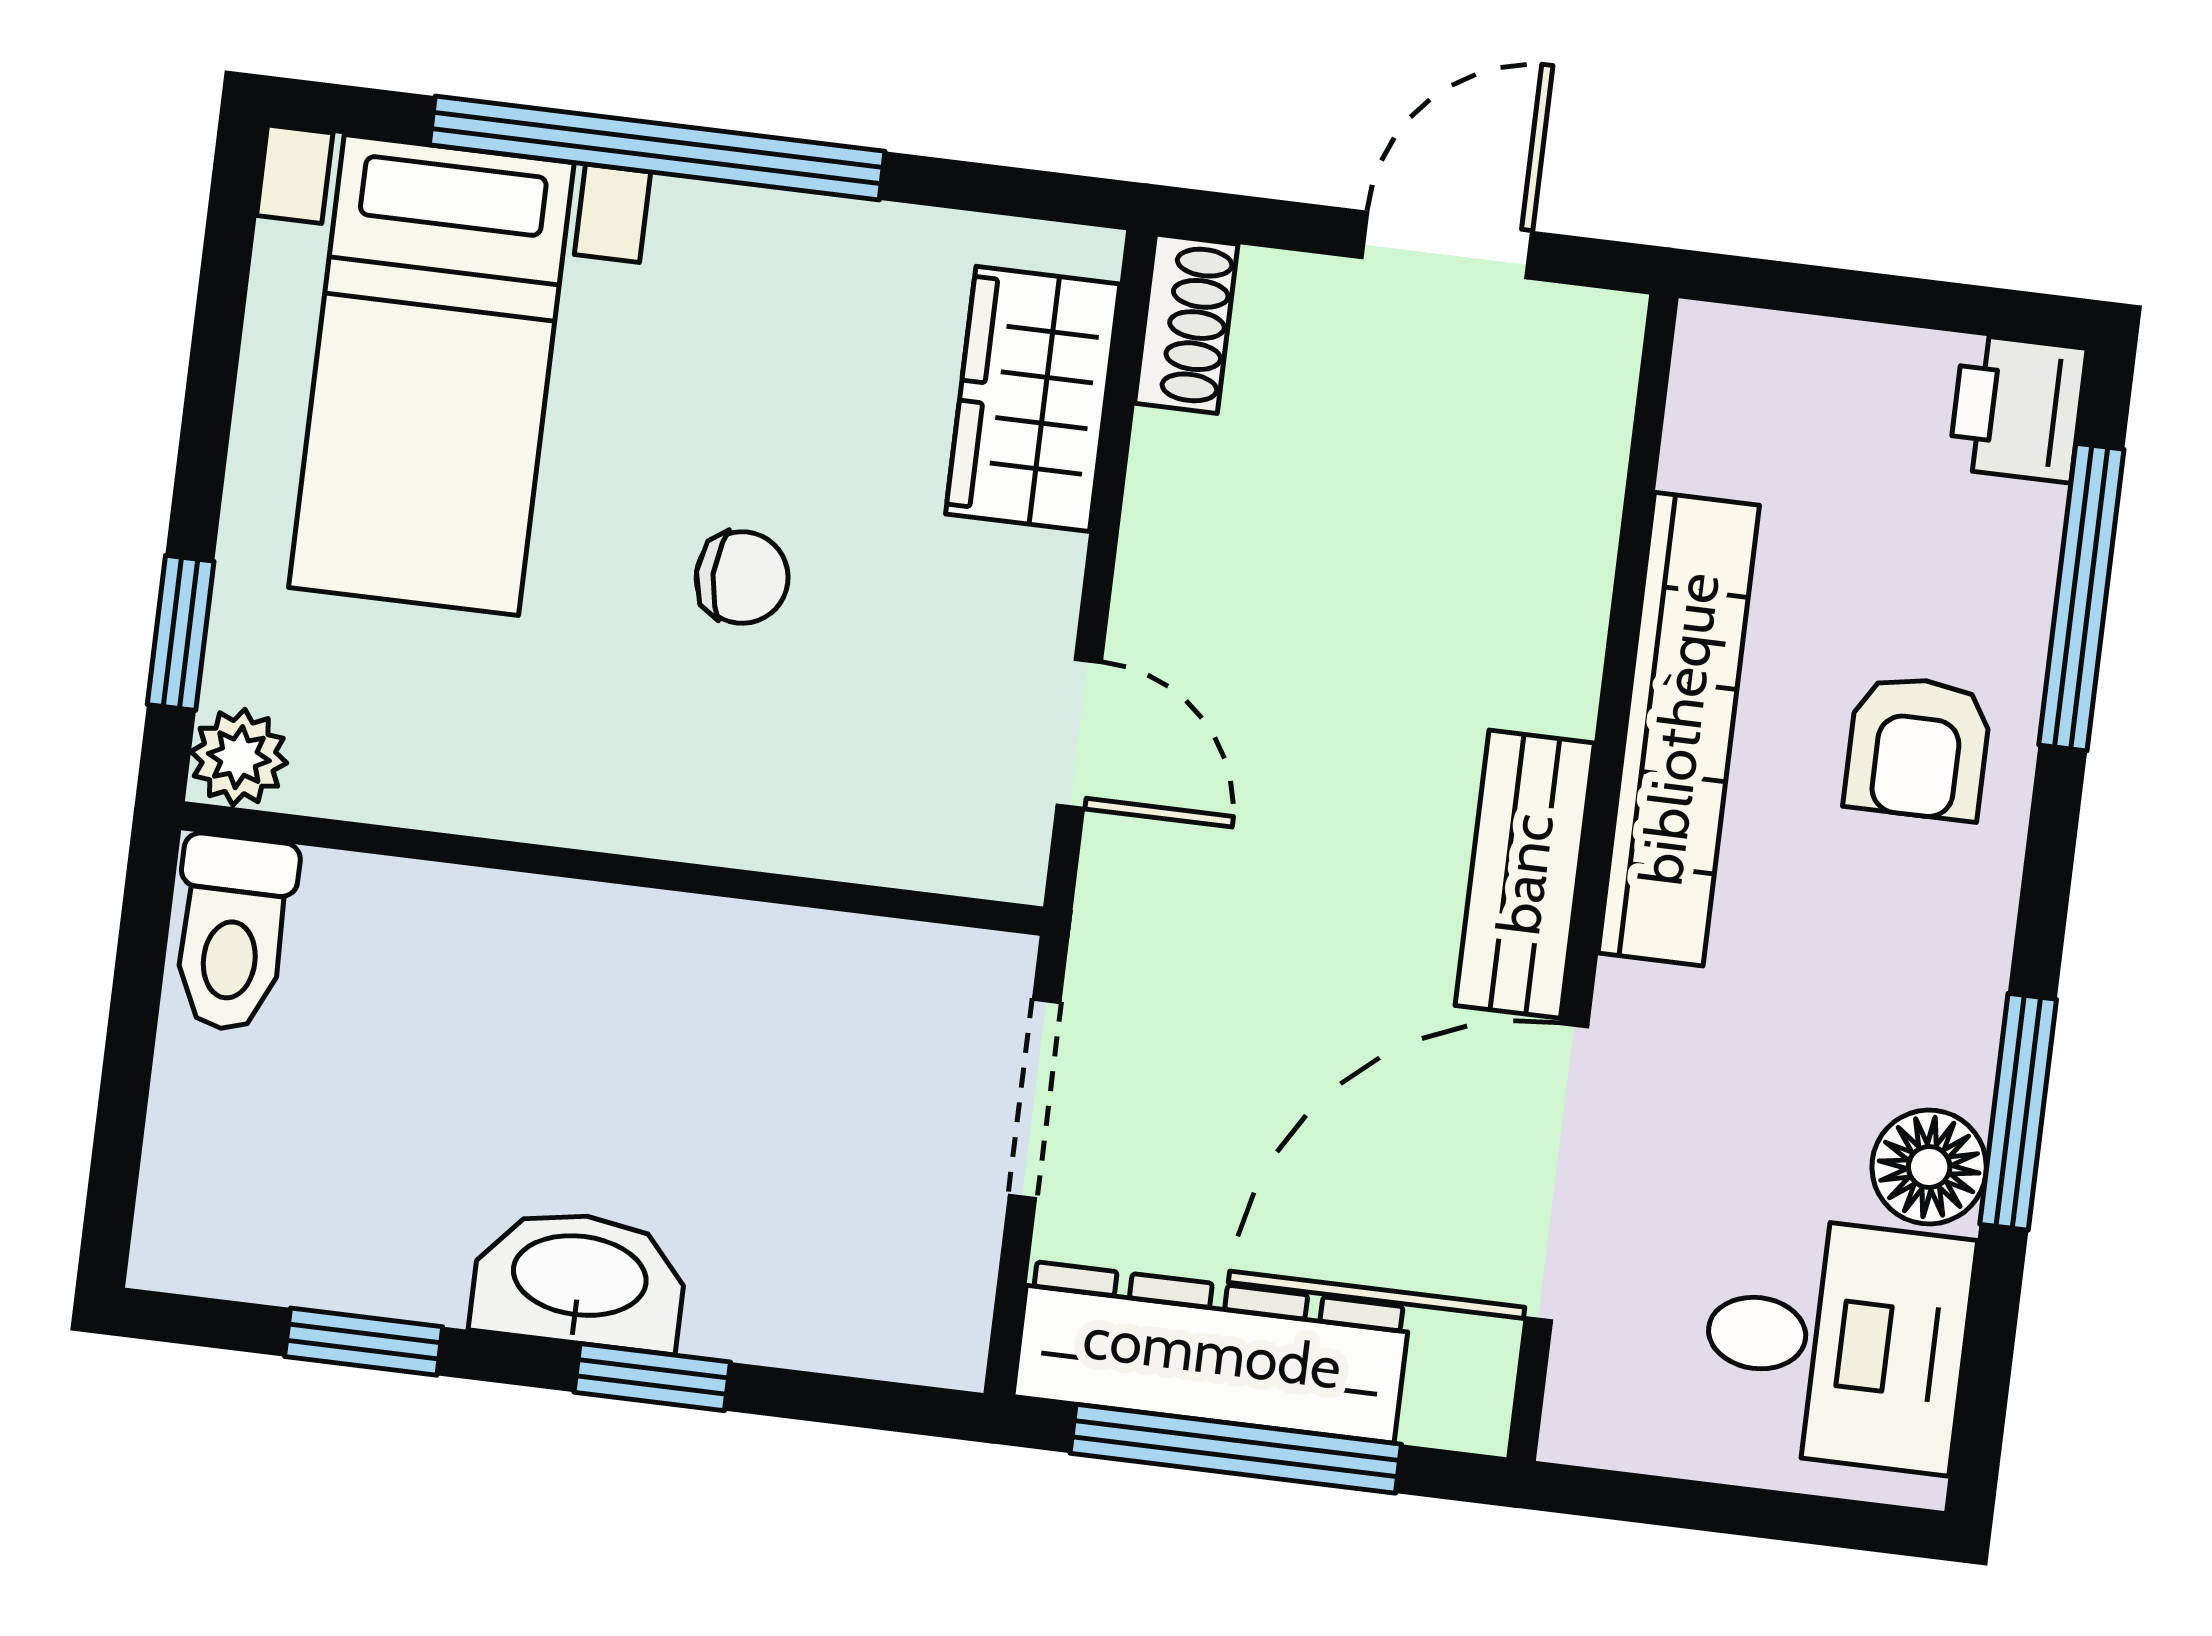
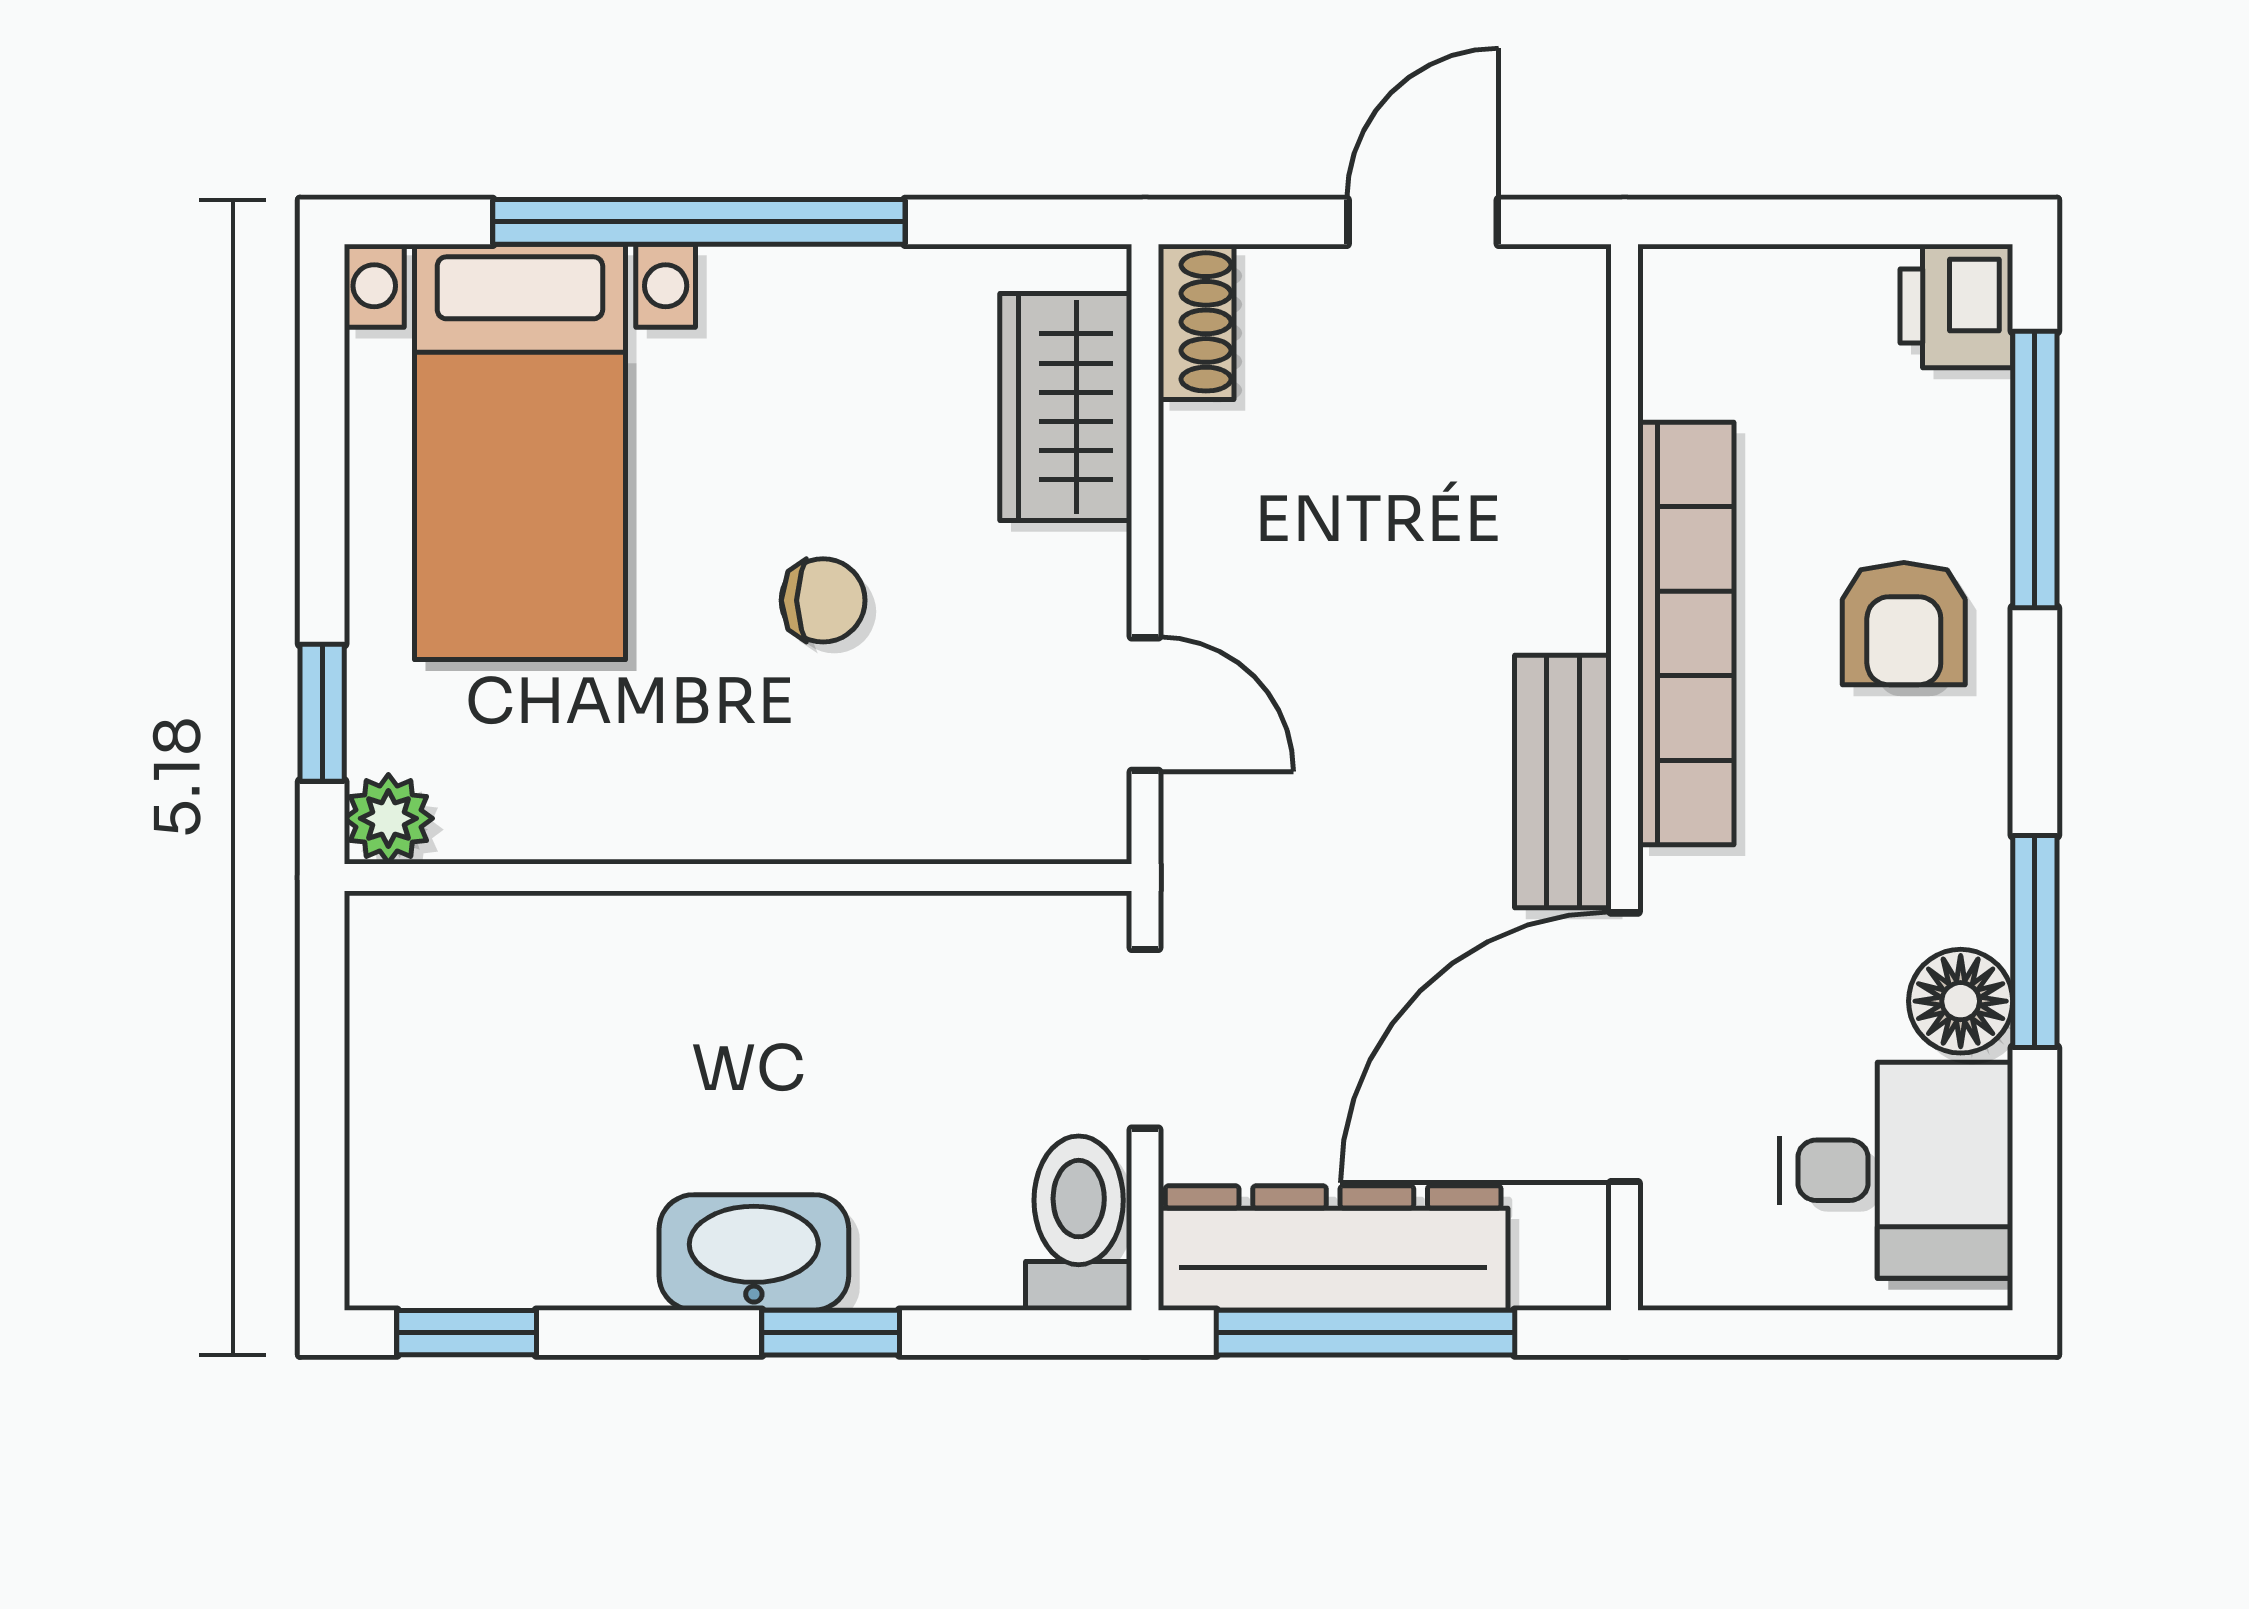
toilet: (232, 933) -> (1079, 1223), moved, turned 180
window: (364, 1342) -> (467, 1333), moved

